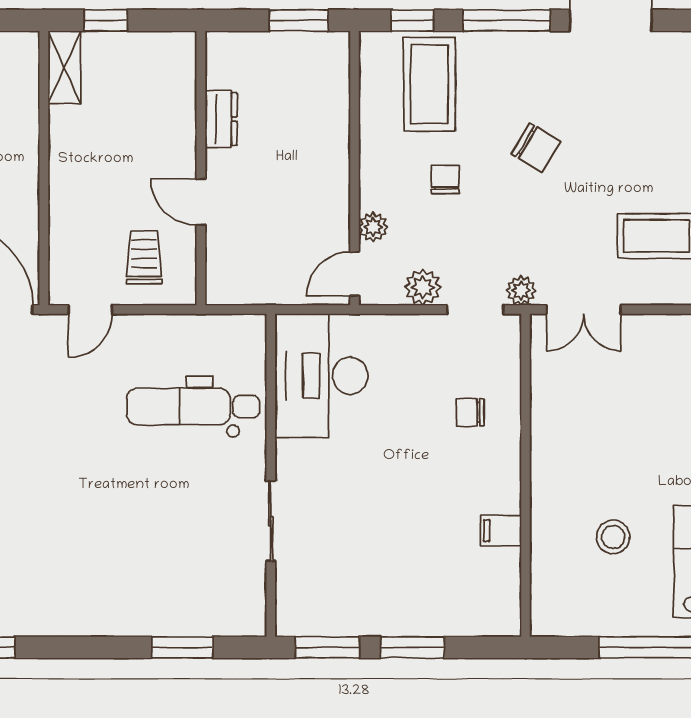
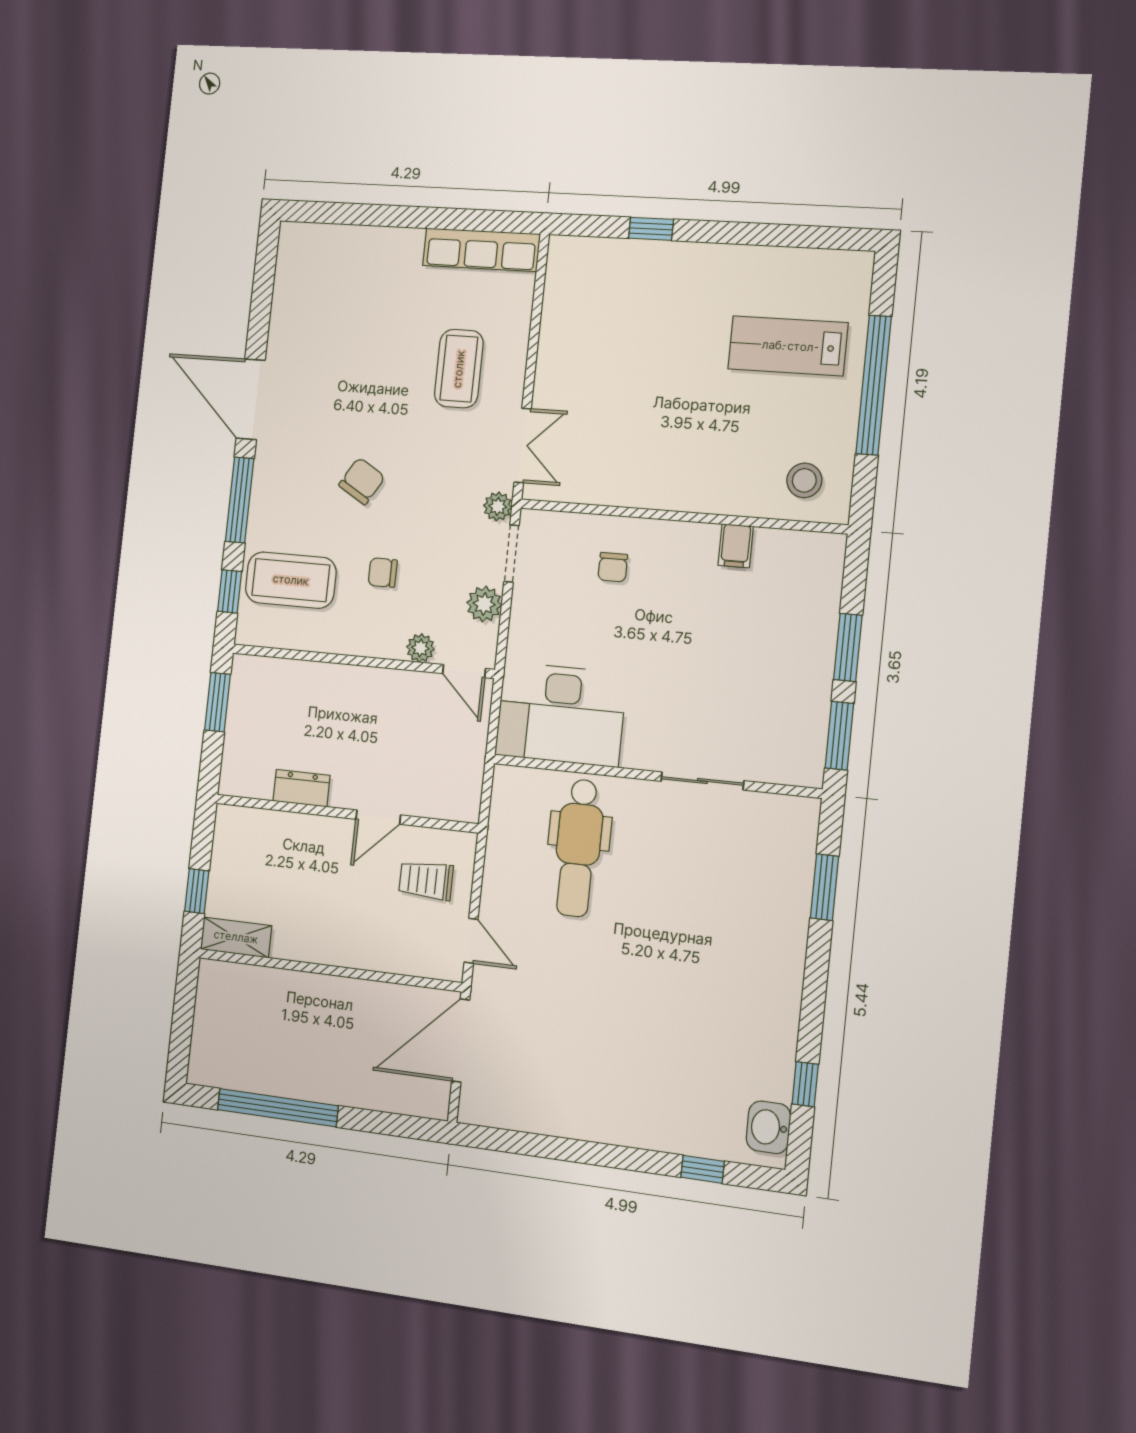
stool: (613, 537) -> (804, 480), moved

